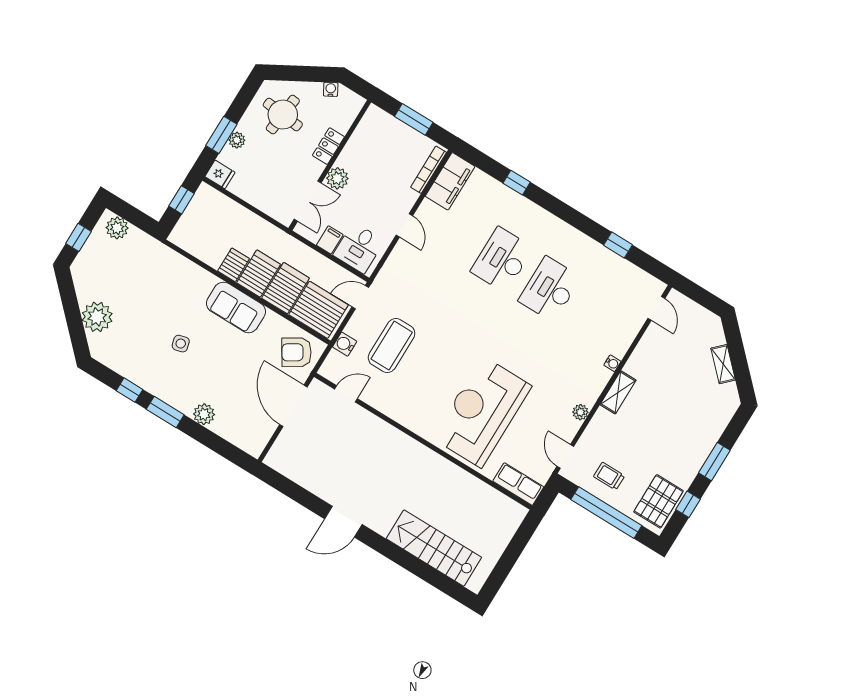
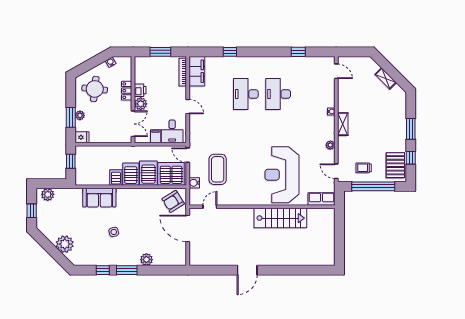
printer: (349, 158) -> (140, 90), added
door: (360, 297) -> (188, 155), hinge flipped
sofa: (236, 307) -> (99, 198), moved
stairs: (434, 548) -> (280, 218), moved, turned 180

